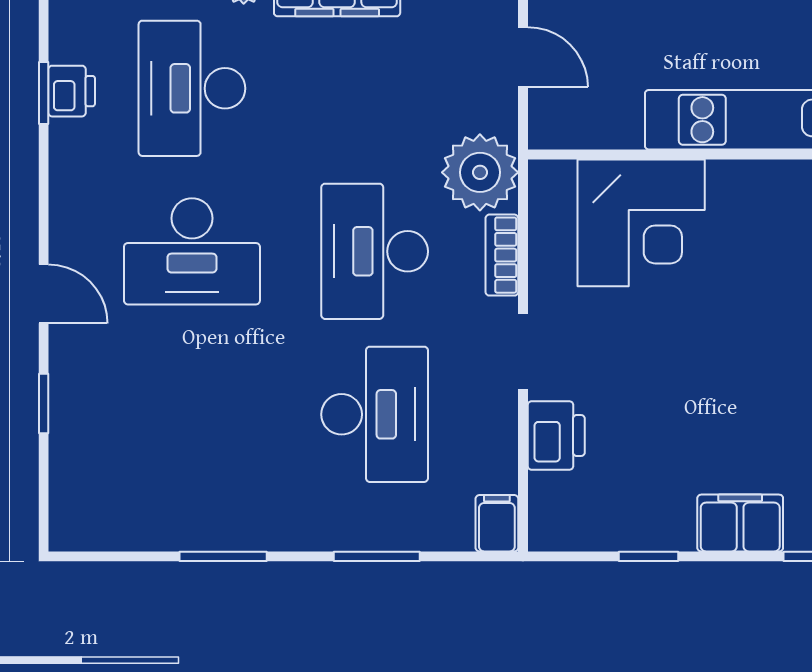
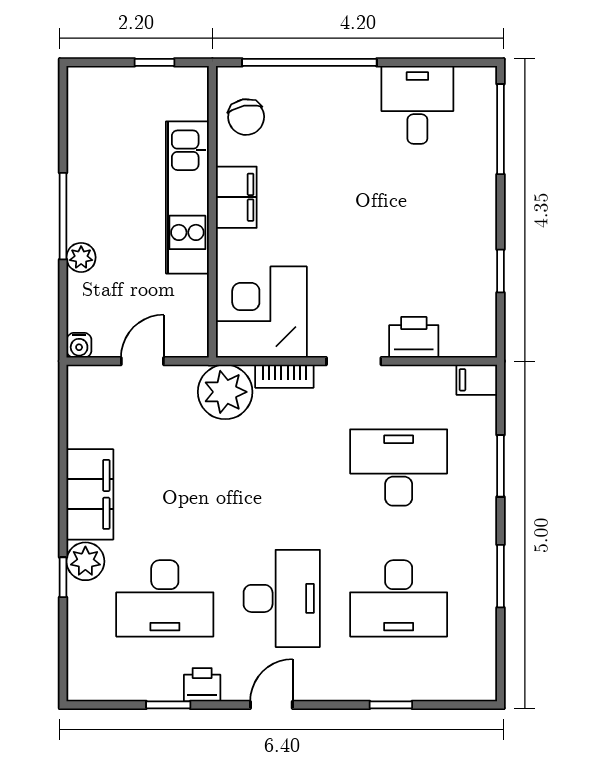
printer: (72, 91) -> (202, 685), moved
corner desk: (641, 223) -> (261, 312), moved, turned -90
desk: (375, 251) -> (399, 598), moved
door: (44, 294) -> (271, 705), moved
filing cabinet: (740, 523) -> (236, 197), moved, turned 180

